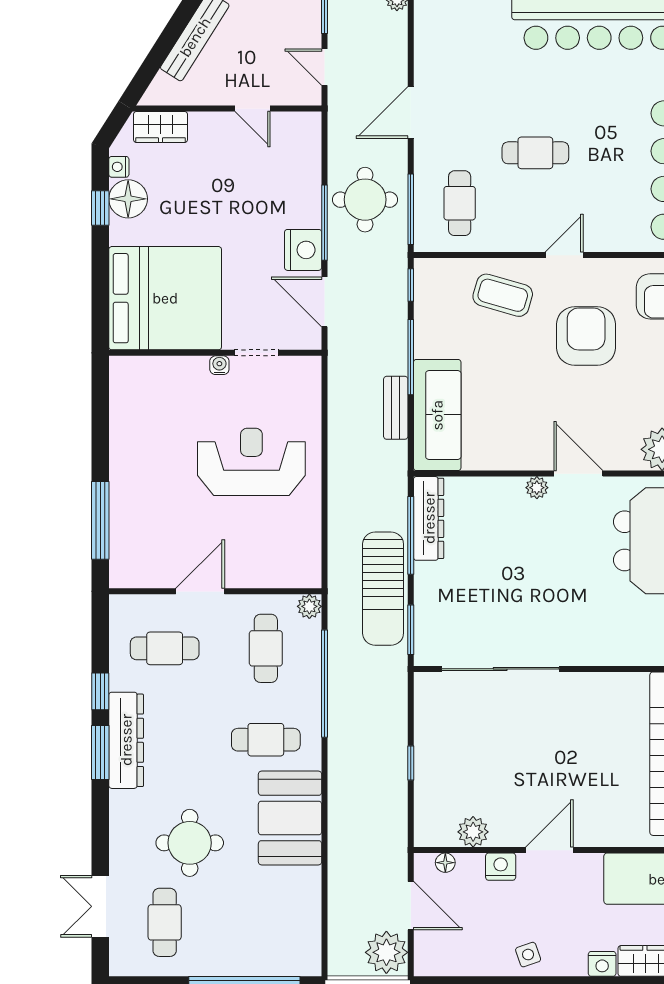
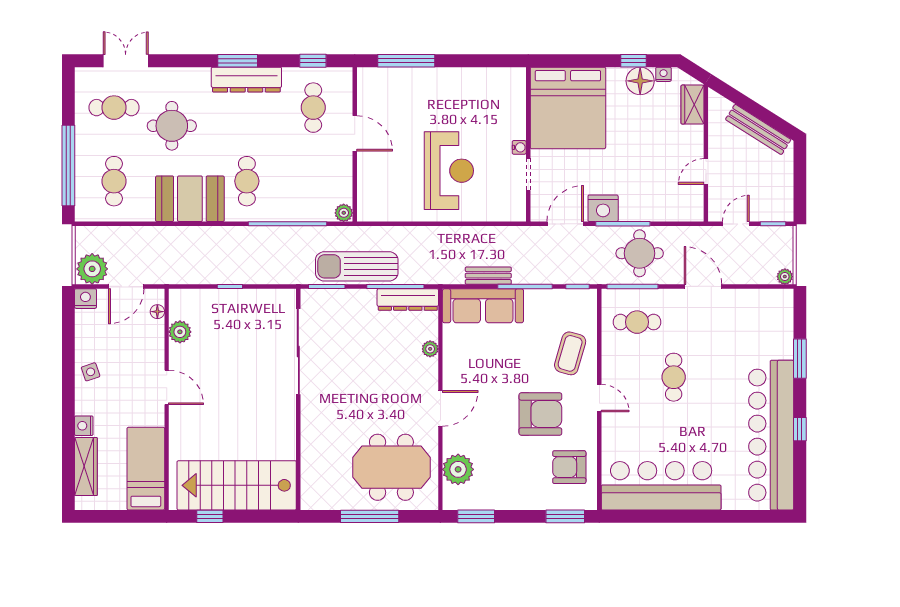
plant: (537, 488) -> (430, 349), moved
cafe table: (266, 648) -> (114, 181), moved, turned 90
window: (100, 691) -> (313, 61), moved
nightstand: (501, 867) -> (85, 299), moved, turned -90

